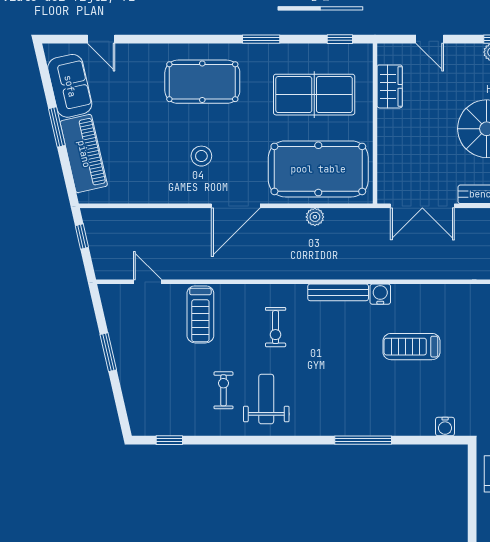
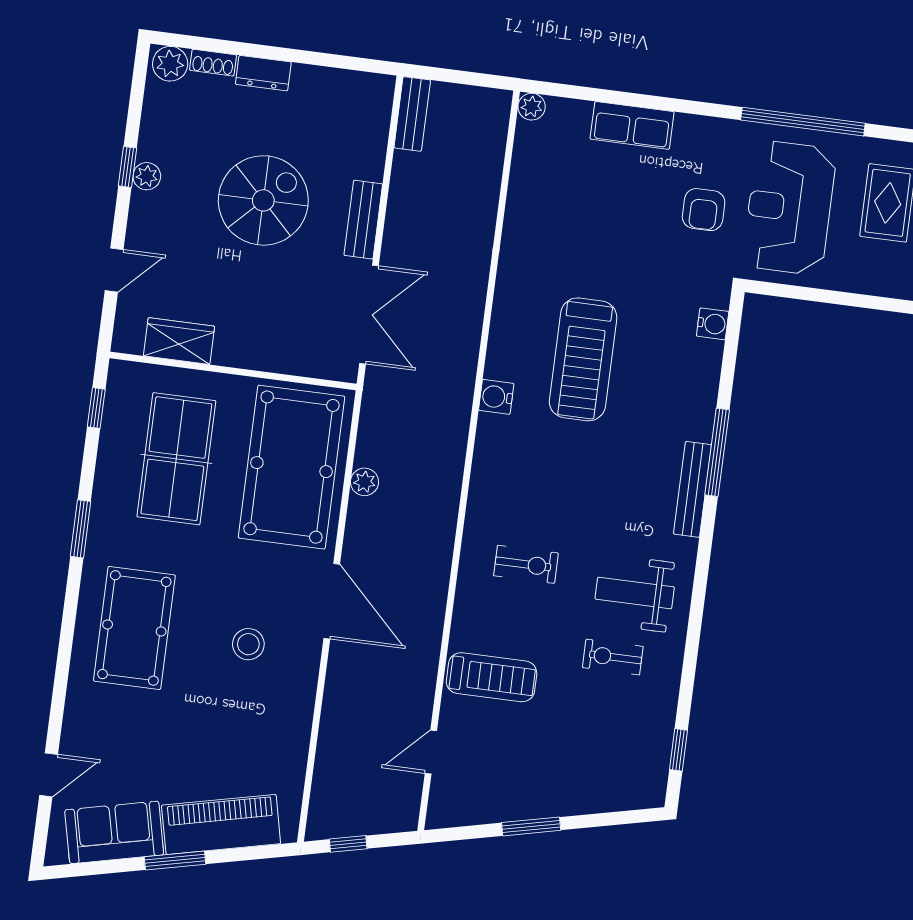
bench: (338, 292) -> (693, 489), moved
treadmill: (411, 347) -> (583, 359), width x1.37, depth x1.38

